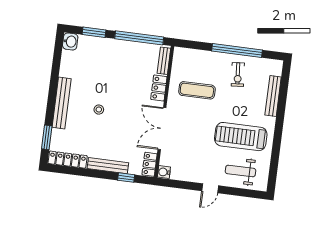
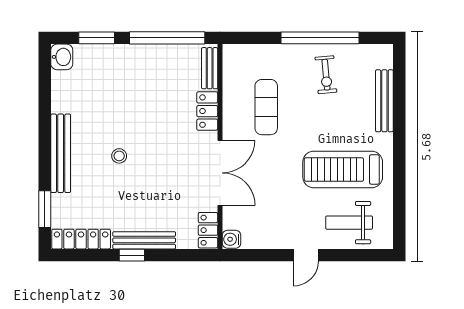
exercise mat: (197, 90) -> (266, 107), turned 90
double door: (162, 129) -> (220, 173), swing flipped
window: (126, 178) -> (132, 255), moved

